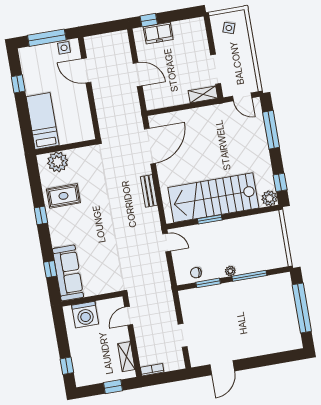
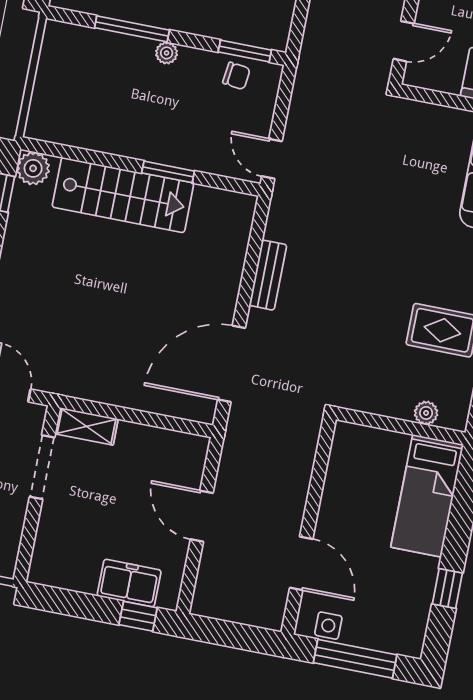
plant: (58, 162) -> (426, 413), width x0.53, depth x0.53
stairs: (213, 198) -> (123, 195), width x0.73, depth x0.66
window: (208, 283) -> (245, 51), moved

